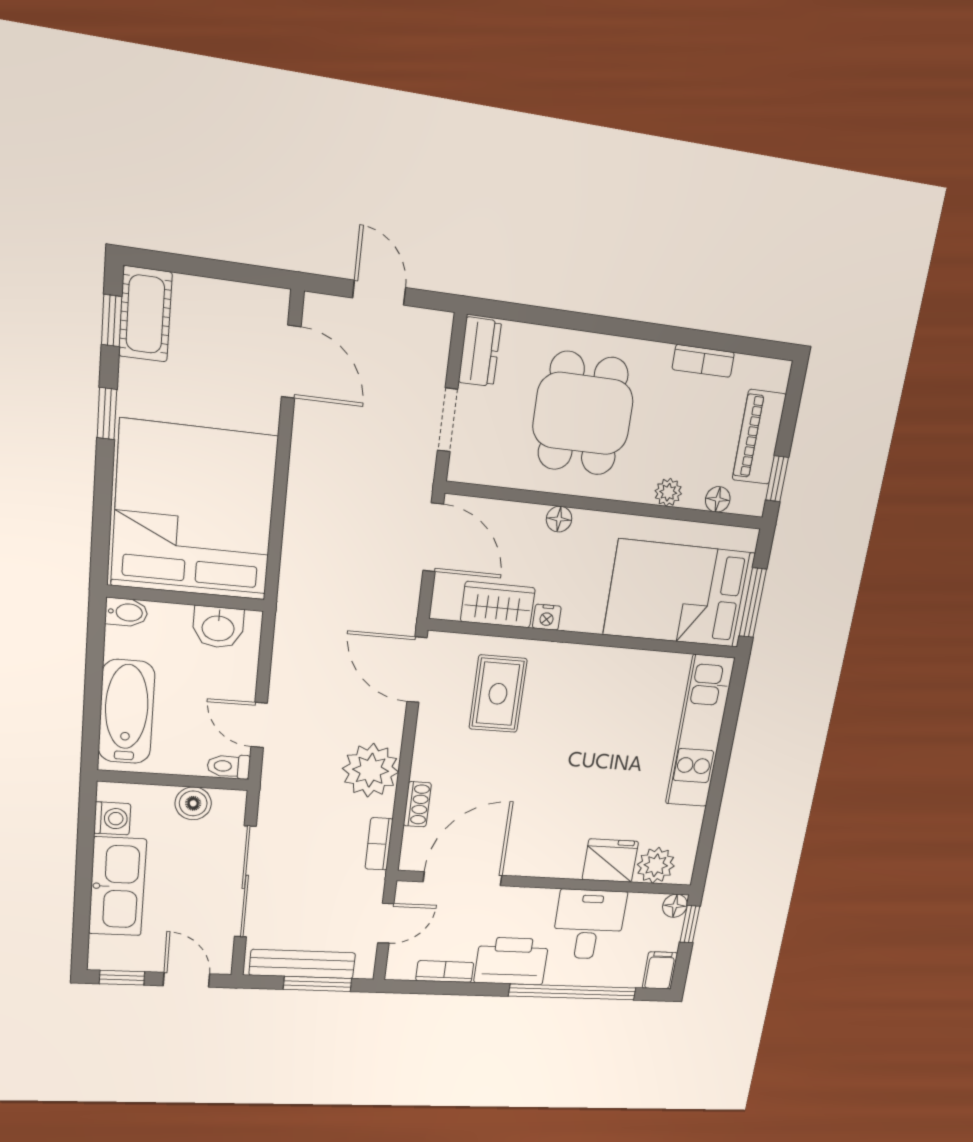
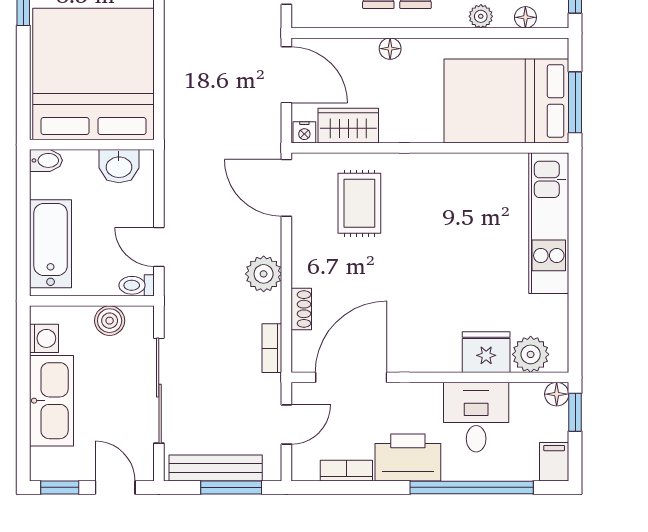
nightstand: (547, 617) -> (304, 132), moved
plant: (371, 770) -> (264, 274), width x0.73, depth x0.73

